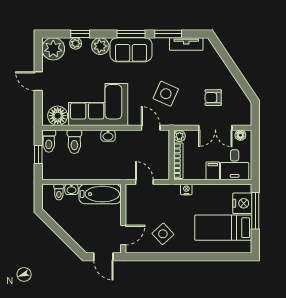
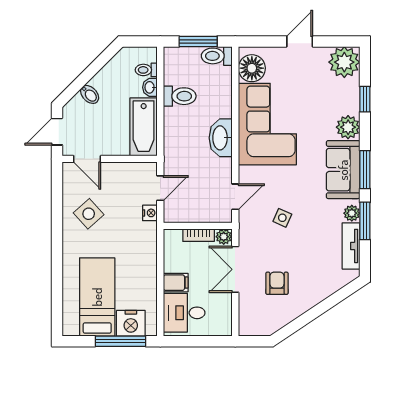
plant: (76, 43) -> (352, 213), moved
side table: (166, 94) -> (282, 218), width x0.54, depth x0.54
double door: (215, 128) -> (235, 269), moved
floor lamp: (240, 135) -> (225, 321), removed
washbasin: (108, 136) -> (221, 138), width x1.91, depth x1.45
toilet: (74, 142) -> (180, 96), moved, turned 180
window: (38, 155) -> (198, 41), width x1.50
bookcase: (178, 161) -> (199, 235), width x0.64
nightstand: (186, 189) -> (150, 213), moved
bidet: (77, 233) -> (90, 94), added

